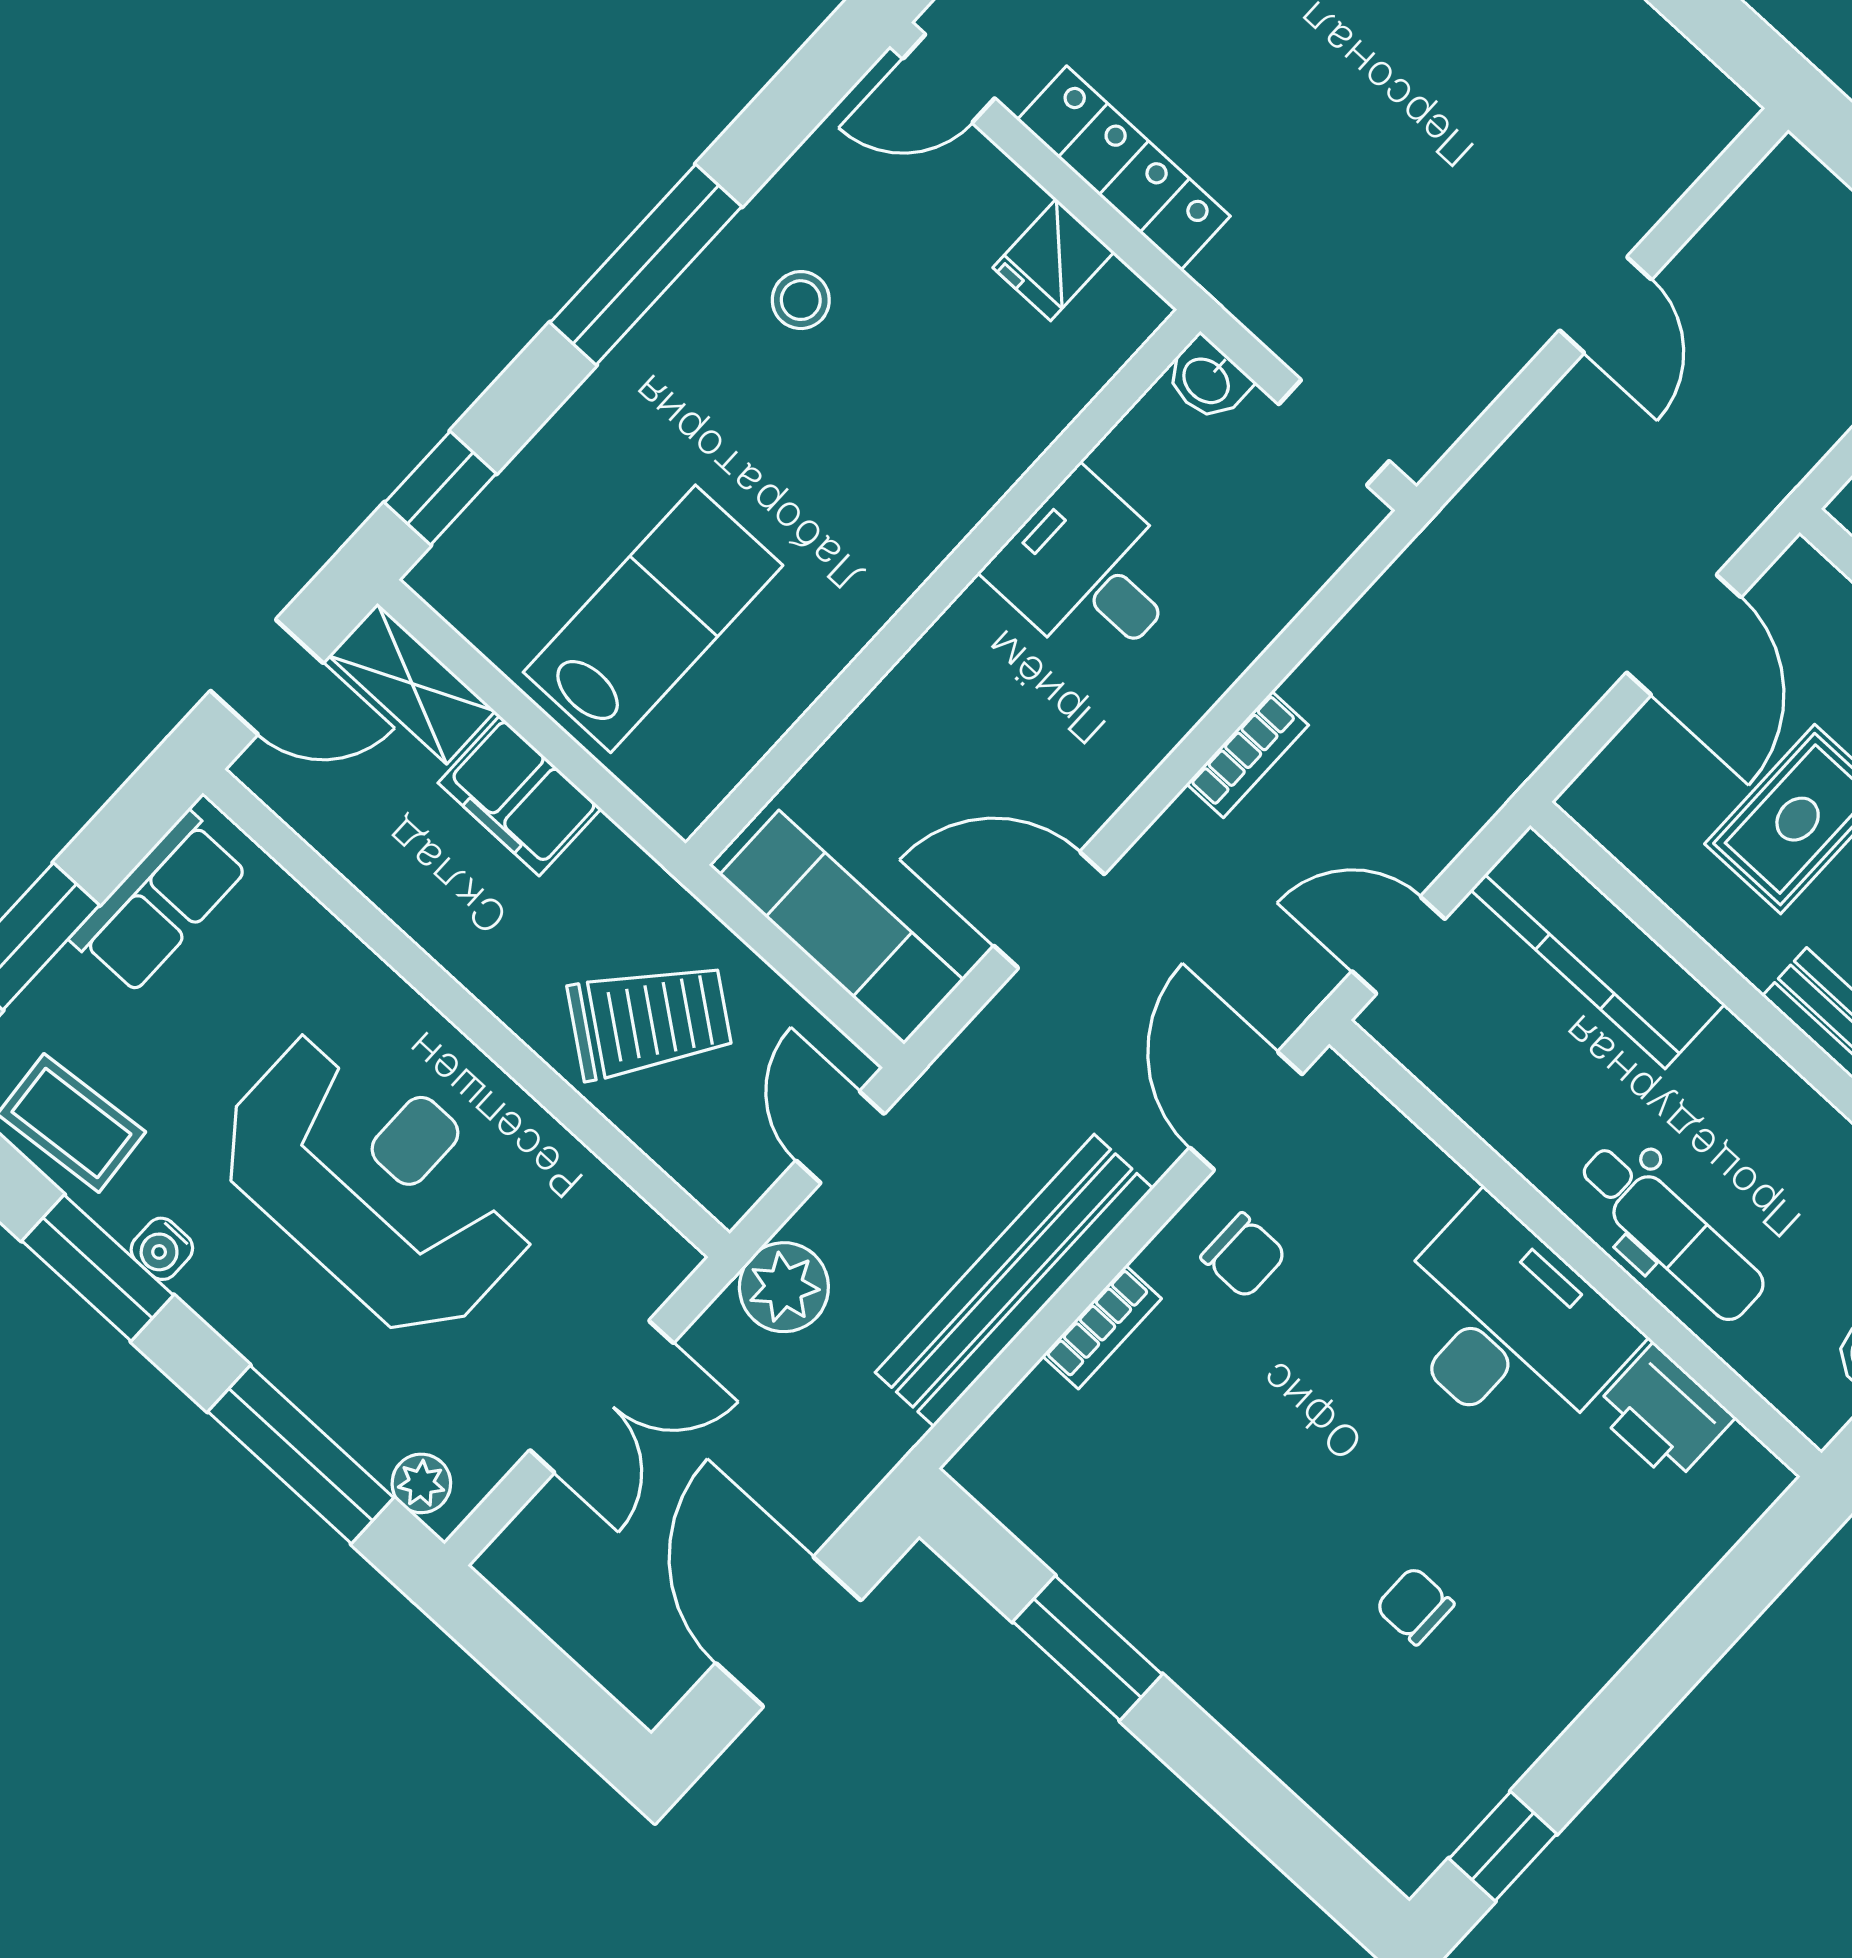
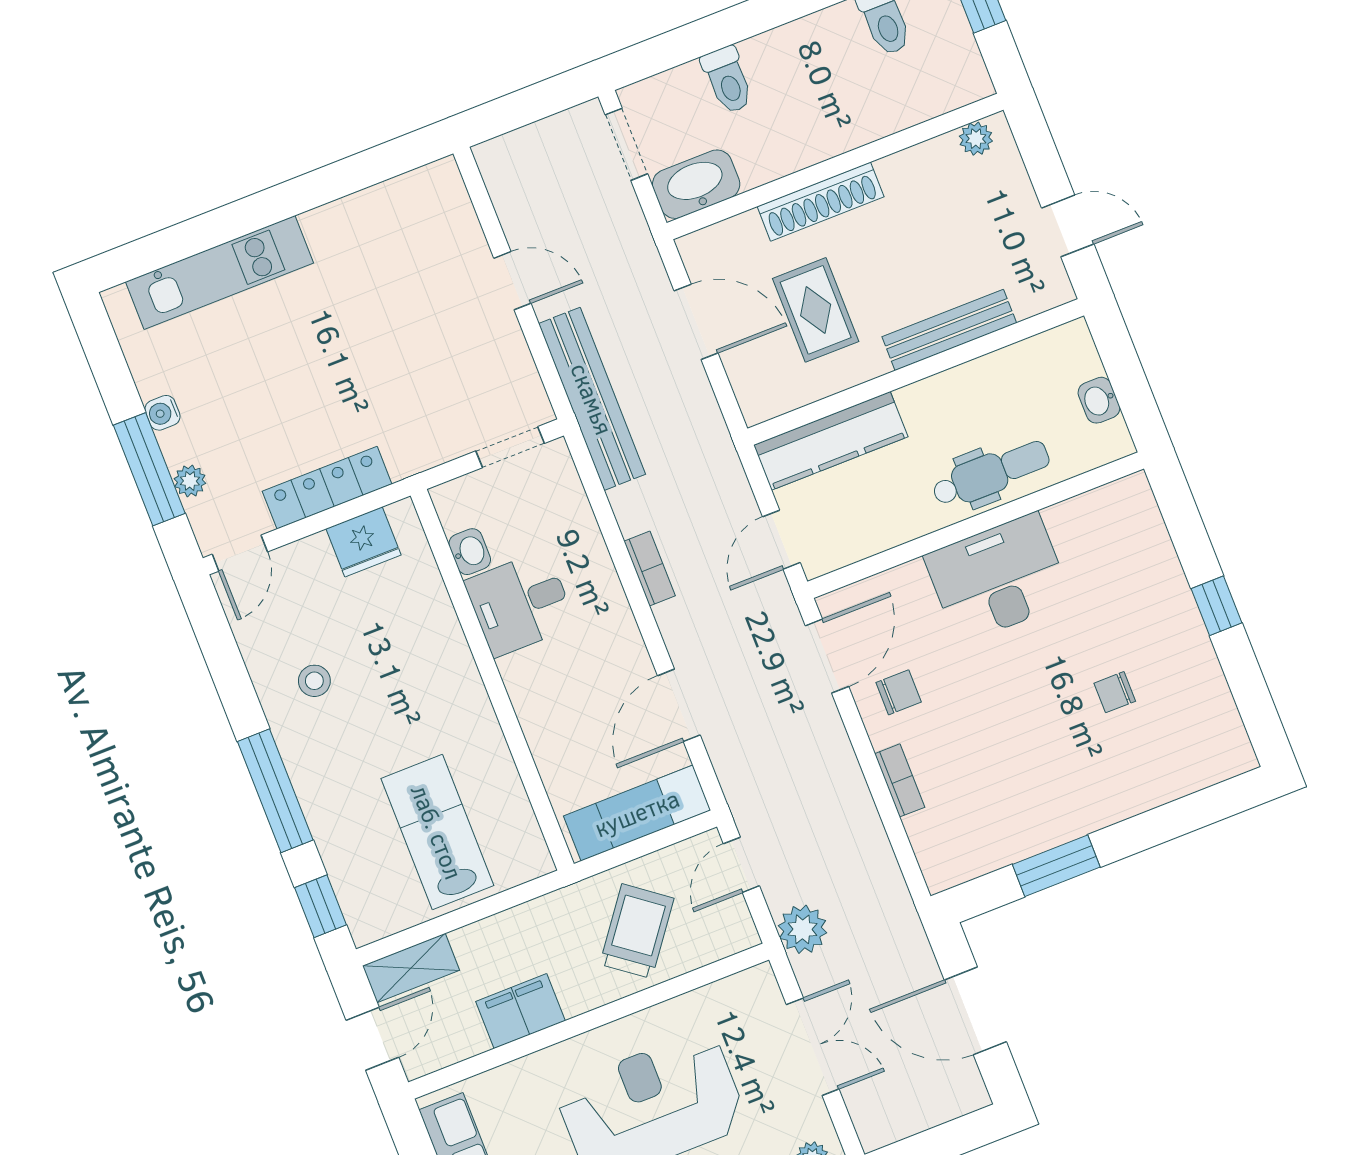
fridge: (1053, 260) -> (364, 542), width x1.38
window: (646, 265) -> (275, 791), moved
washbasin: (1207, 379) -> (470, 552), moved, turned -90
filing cabinet: (520, 796) -> (520, 1011), moved, turned 180
door: (1246, 1111) -> (827, 656), swing flipped
door: (840, 1137) -> (741, 865), hinge flipped
bench: (1014, 1280) -> (592, 399), moved
printer: (1664, 1413) -> (1079, 521), removed
window: (1503, 1846) -> (1217, 606), moved

